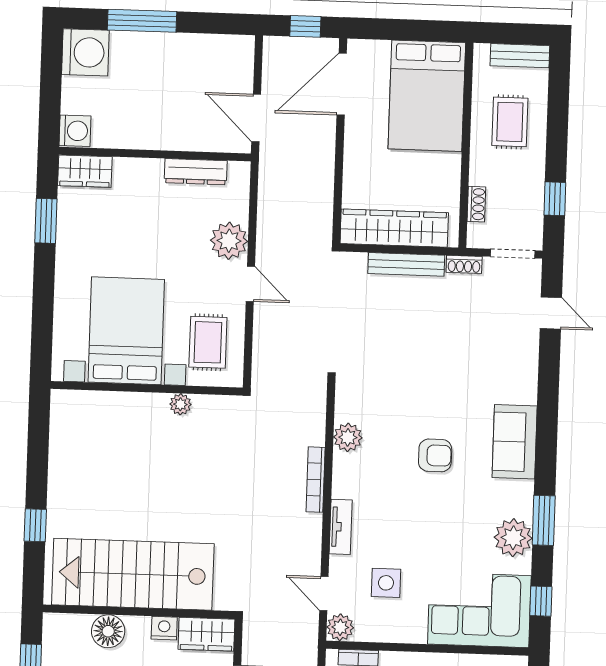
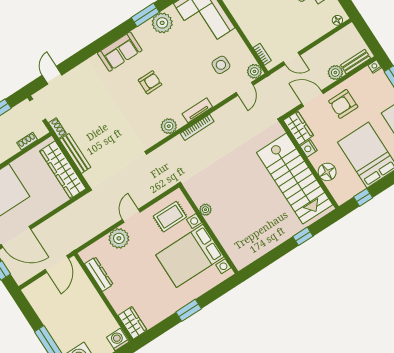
window: (46, 221) -> (189, 310), moved
armchair: (435, 455) -> (150, 82), turned 90
tv unit: (341, 527) -> (197, 110), moved

